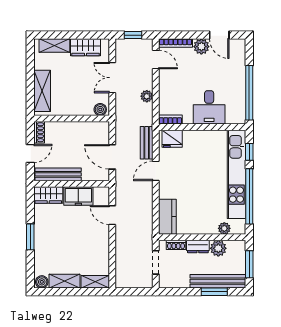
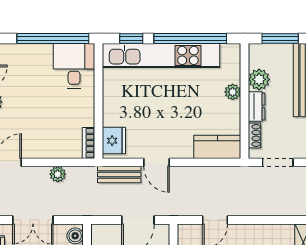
desk: (209, 107) -> (74, 66), moved, turned -90
plant: (224, 228) -> (233, 92), moved

